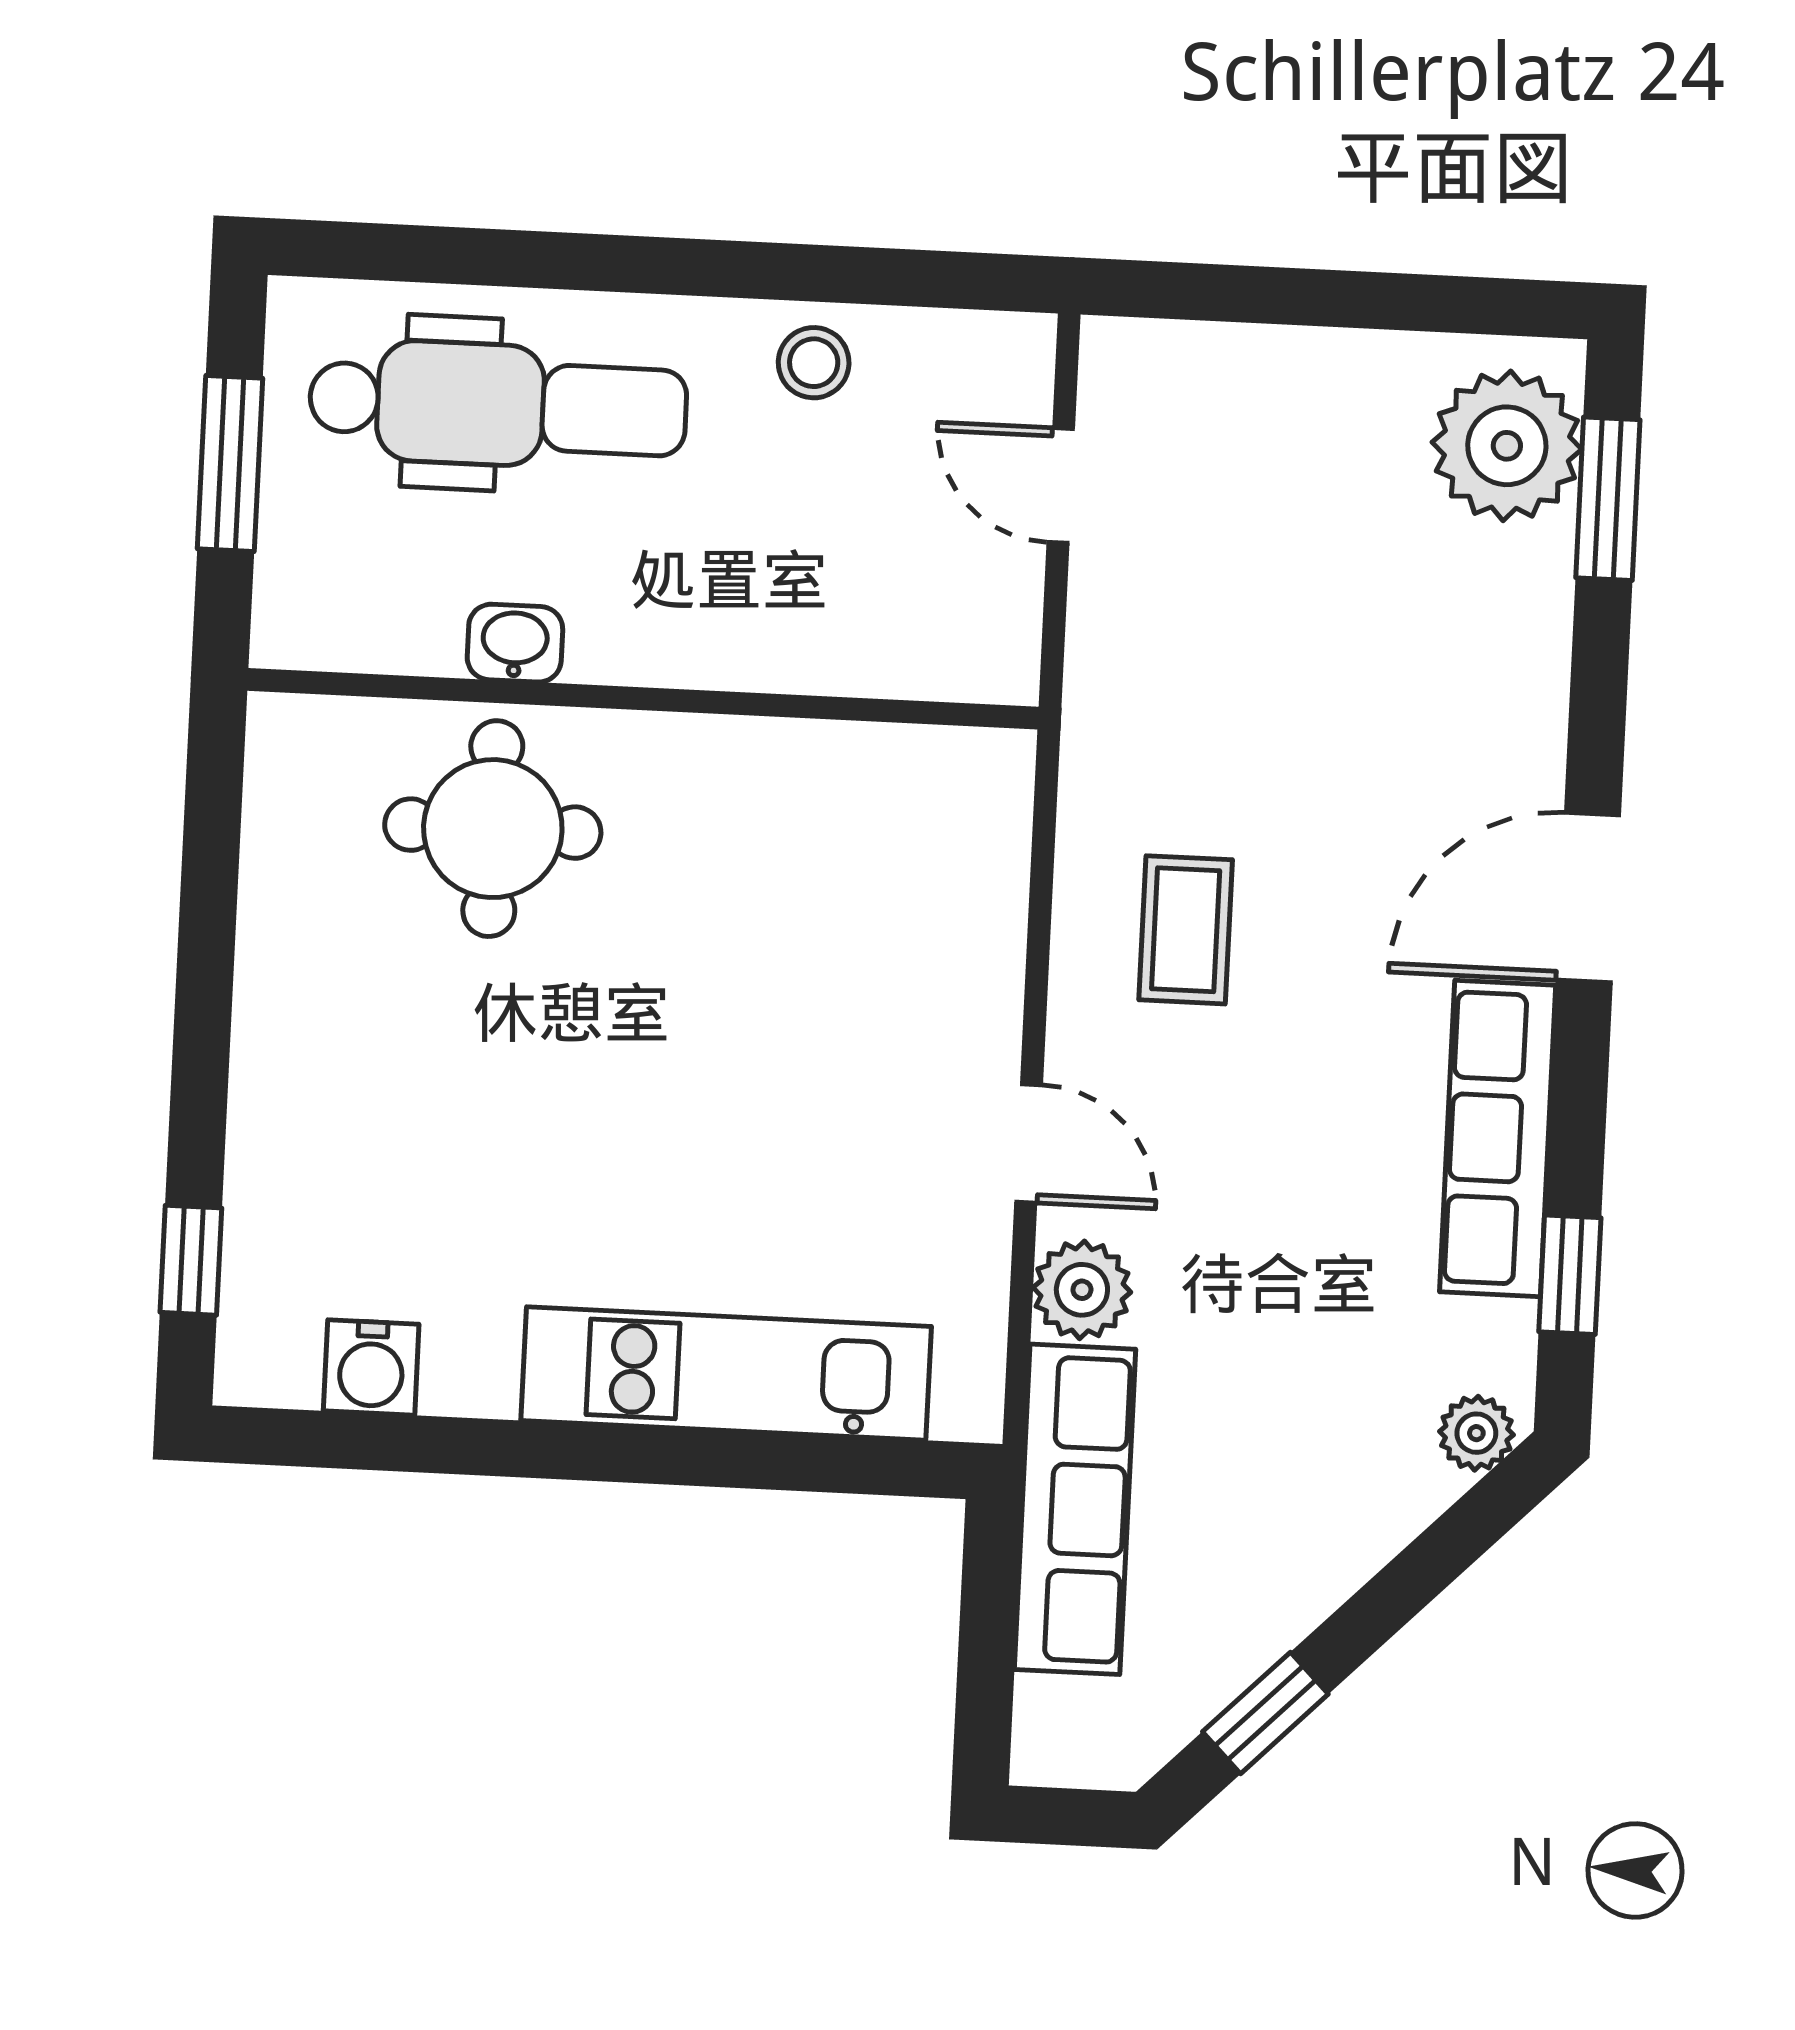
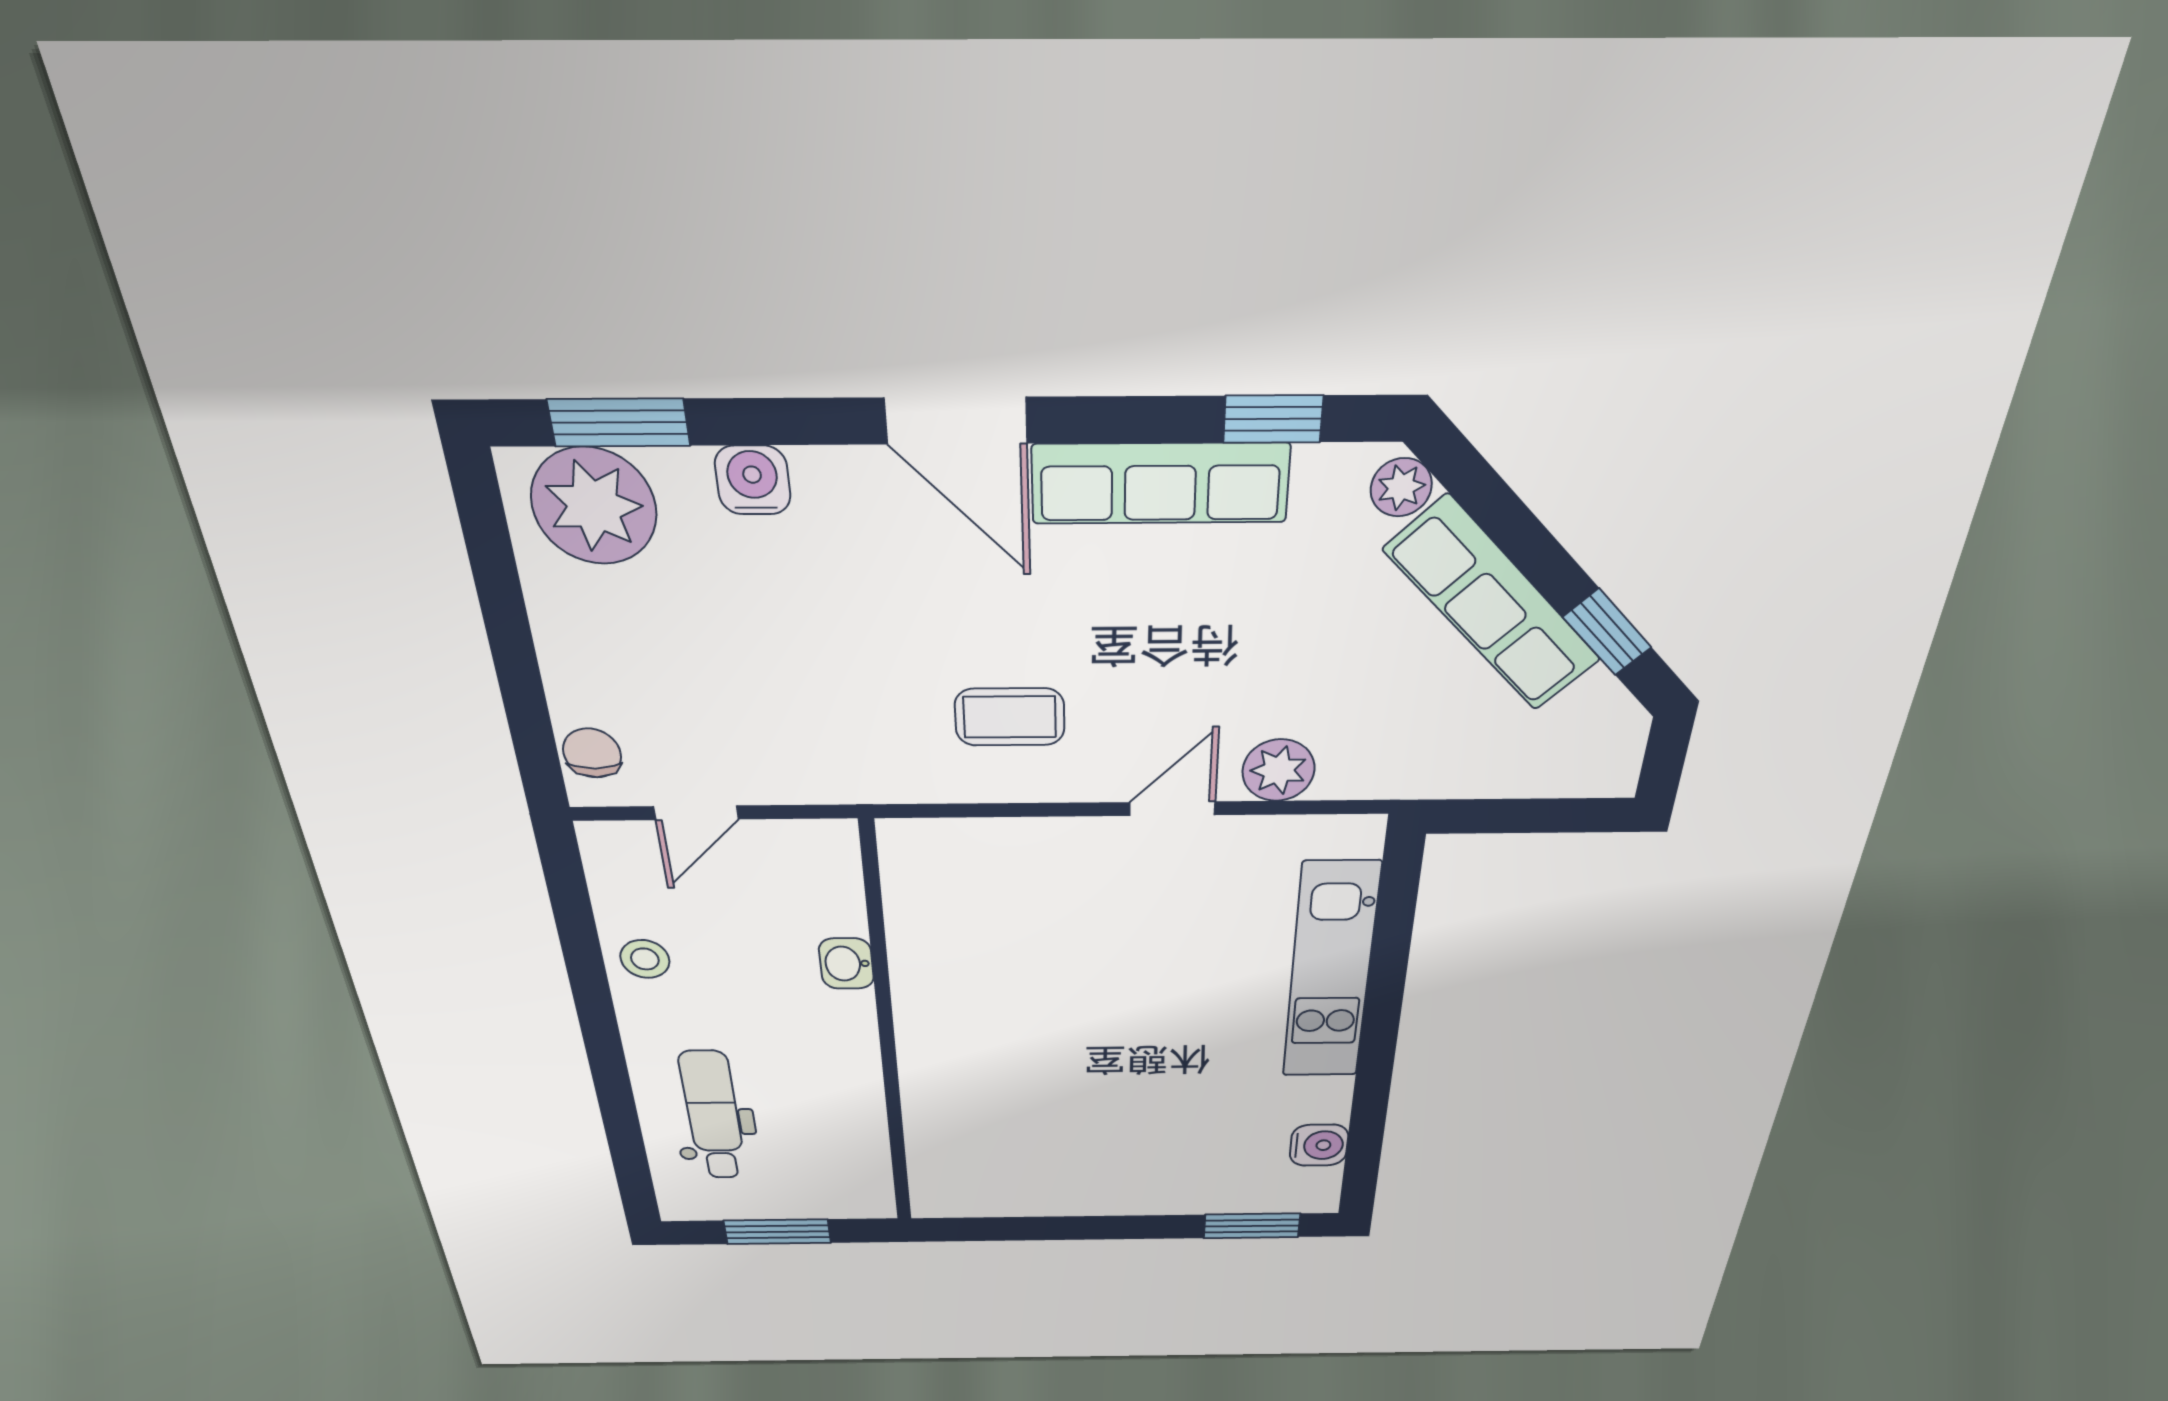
chair: (1163, 365) -> (592, 753), added
dental chair: (498, 405) -> (713, 1116), width x0.73, depth x0.72
washbasin: (515, 643) -> (846, 964), moved
water cooler: (1529, 645) -> (753, 480), added
round table: (493, 829) -> (980, 1105), removed
window: (191, 1260) -> (1252, 1226), width x1.50
row of seats: (1075, 1509) -> (1493, 605), moved, turned -135

